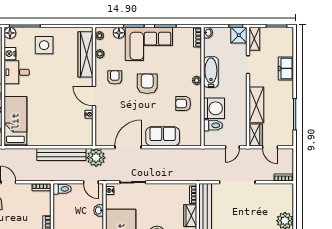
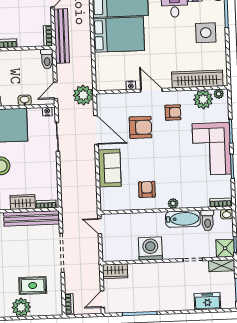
floor lamp: (119, 33) -> (223, 115), removed
plant: (100, 54) -> (203, 99), width x1.88, depth x1.88
freezer: (286, 68) -> (207, 301), moved
armchair: (147, 84) -> (140, 127), moved
door: (94, 96) -> (151, 90), hinge flipped
shelving: (256, 105) -> (148, 271), removed
washing machine: (214, 108) -> (150, 249), moved, turned 180
bed: (43, 124) -> (119, 35), added
toilet: (213, 125) -> (208, 220), moved
door: (232, 147) -> (100, 226), moved
door: (270, 147) -> (102, 299), moved
bench: (61, 155) -> (62, 36), moved
rug: (266, 210) -> (33, 286), added

